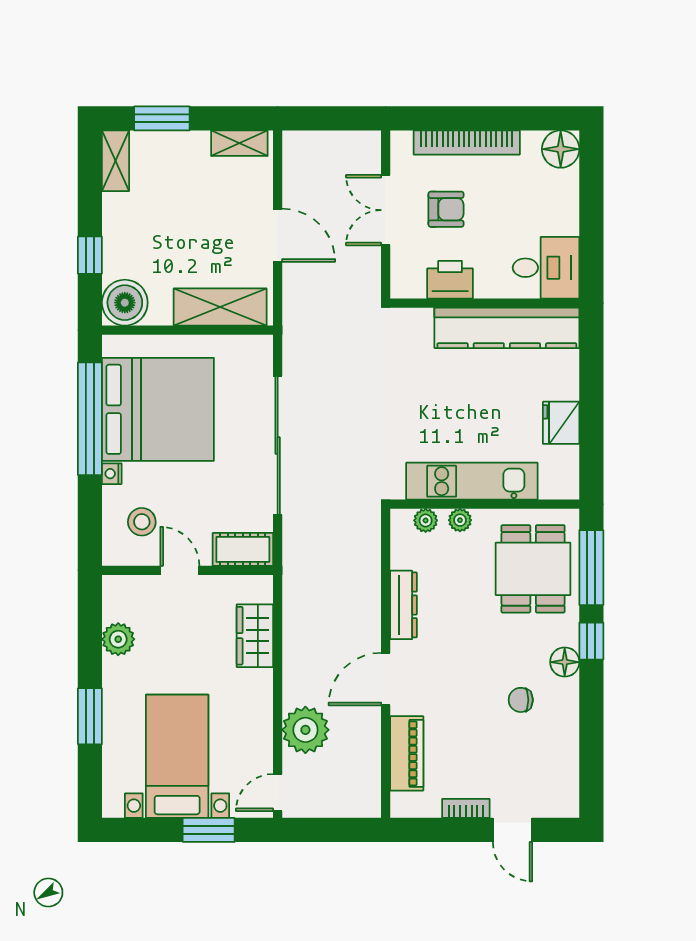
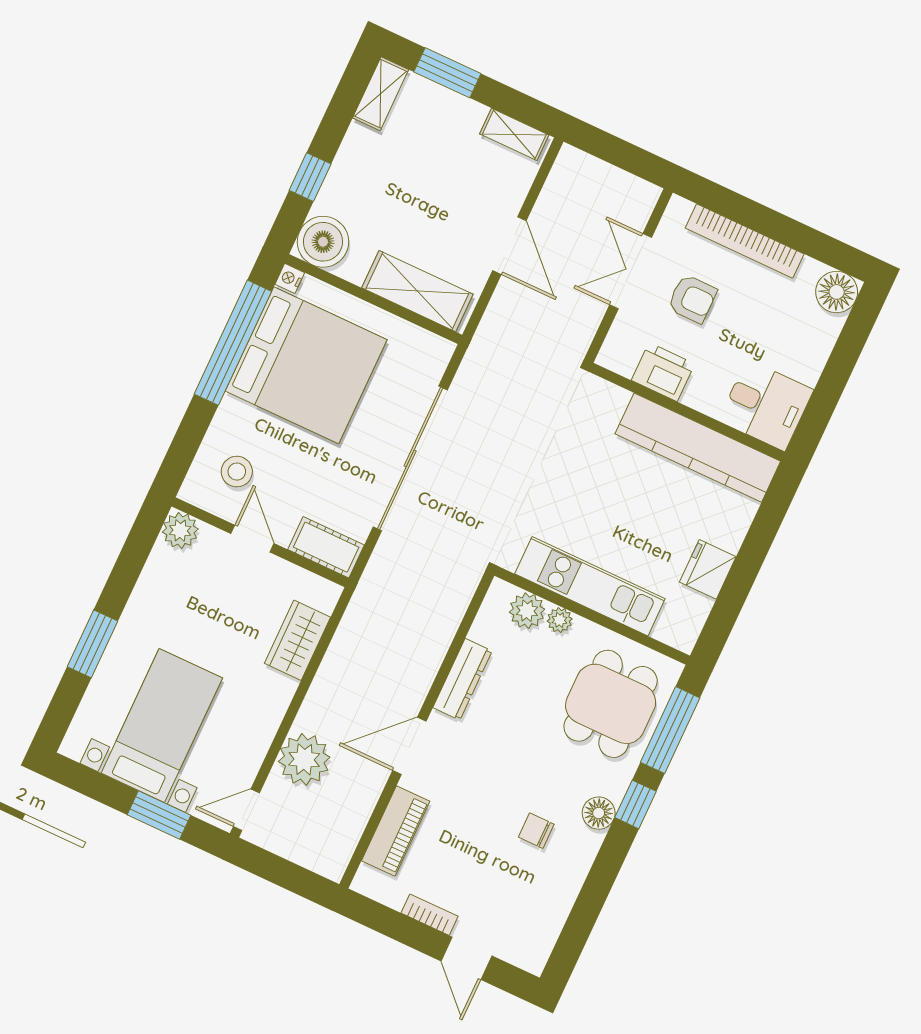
nightstand: (112, 474) -> (290, 278), moved
plant: (426, 520) -> (527, 611), width x1.38, depth x1.38
plant: (118, 639) -> (180, 531), moved

